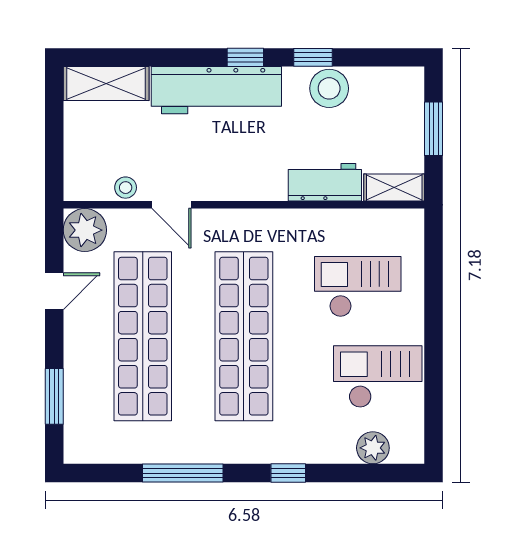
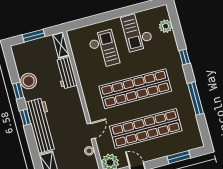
checkout: (358, 287) -> (104, 49), turned 180

